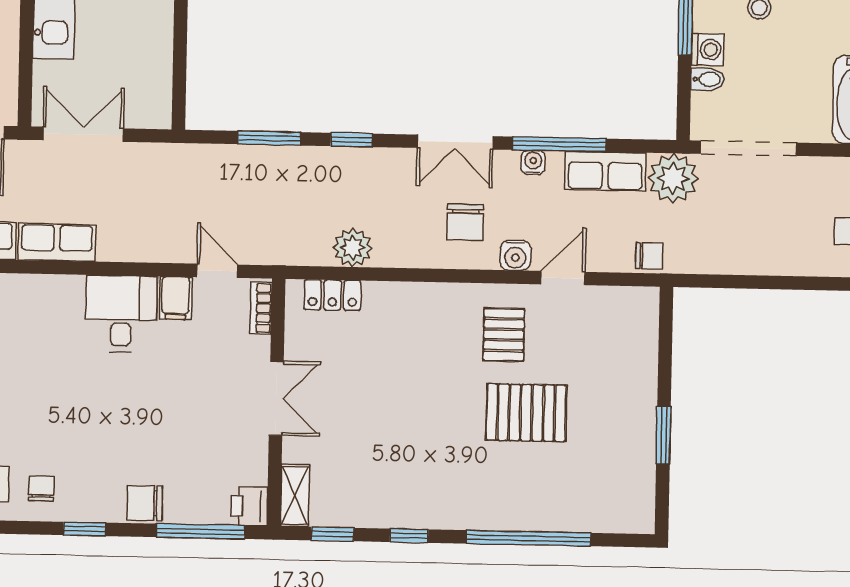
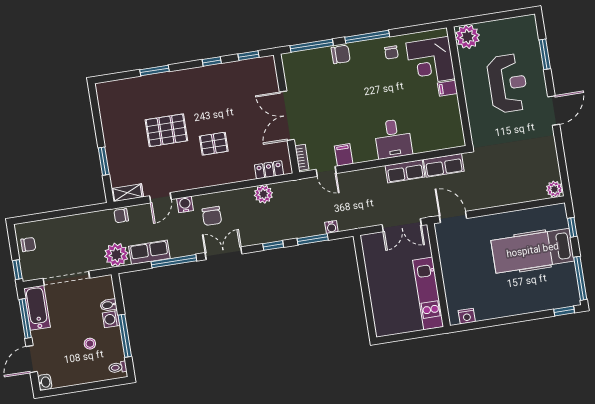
doorway: (749, 148) -> (66, 278), moved
water cooler: (533, 162) -> (331, 227), moved
chair: (465, 222) -> (212, 216), turned 180
desk: (121, 314) -> (393, 139), moved
pallet: (504, 335) -> (214, 144), moved, turned 90
double door: (276, 398) -> (287, 116), width x1.37
window: (663, 435) -> (104, 161), moved
shelving: (295, 495) -> (127, 193), moved, turned 90
printer: (250, 506) -> (290, 62), removed
window: (85, 529) -> (367, 37), width x2.17
window: (528, 538) -> (155, 70), width x0.47

